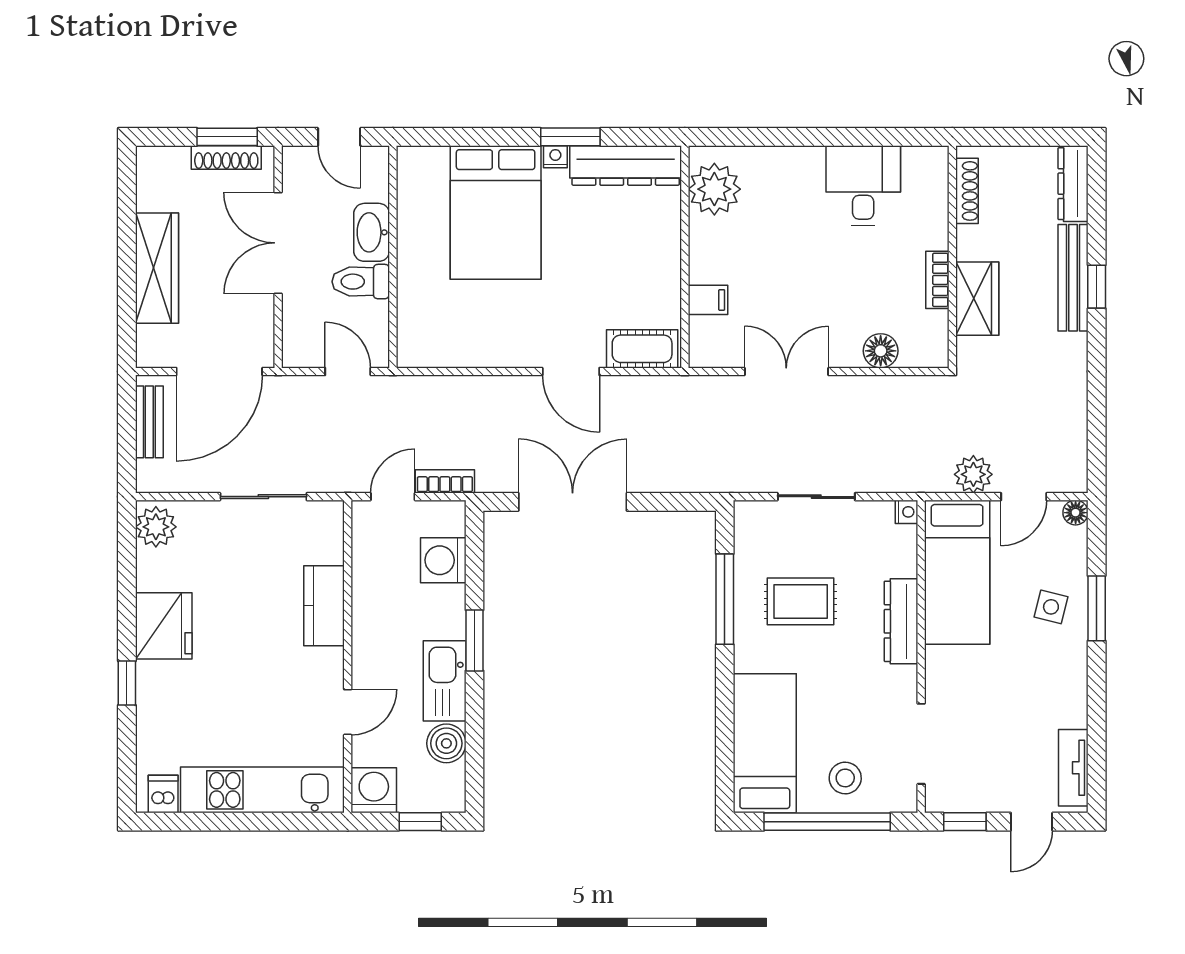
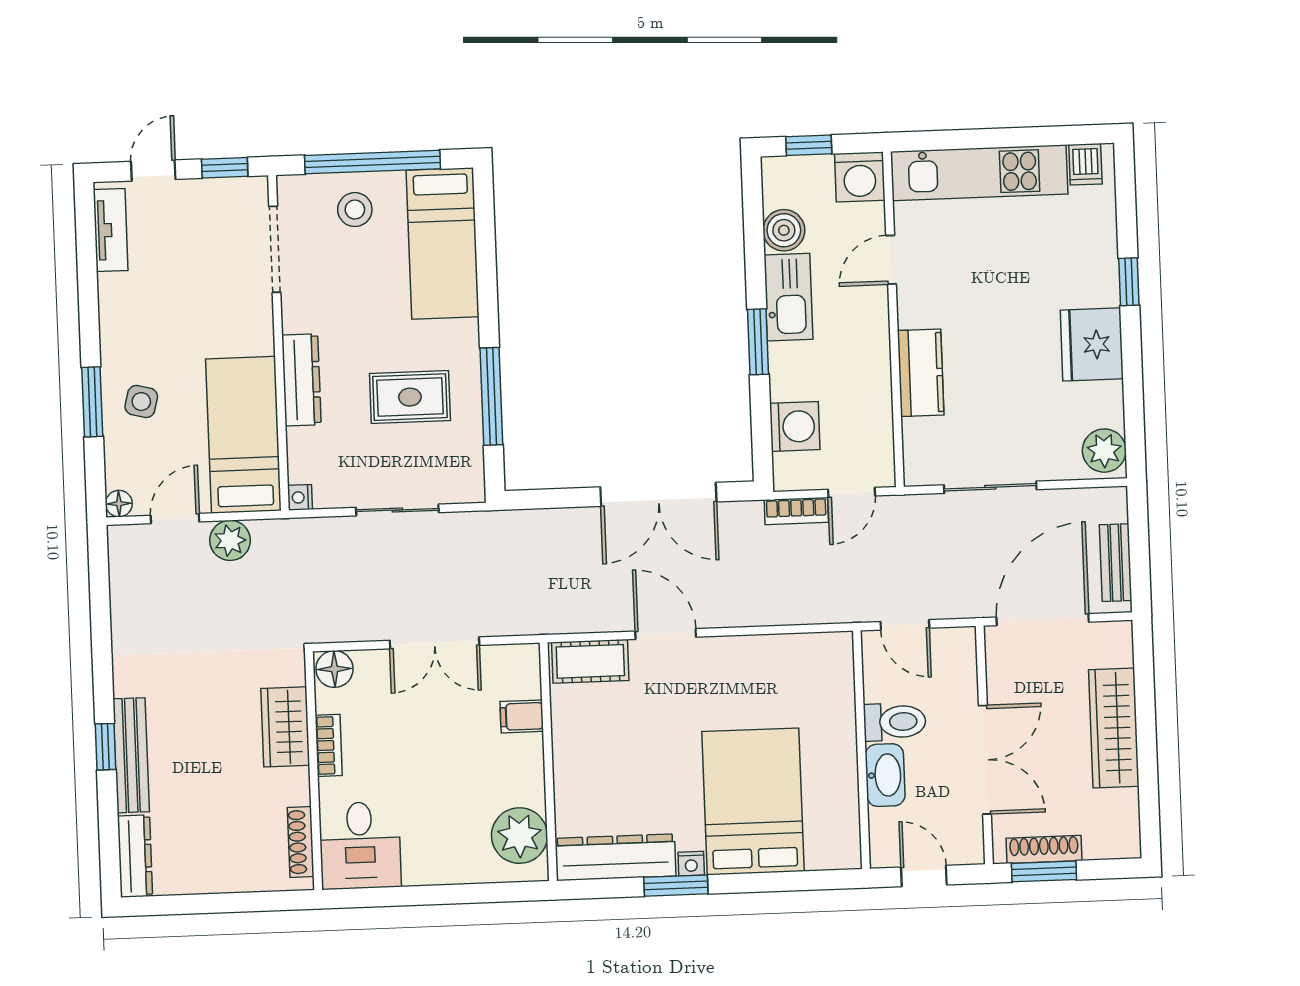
shoe rack: (967, 191) -> (301, 842), moved
wall: (952, 257) -> (314, 771), moved
bookcase: (937, 280) -> (329, 745), moved
wardrobe: (977, 299) -> (285, 727), moved

